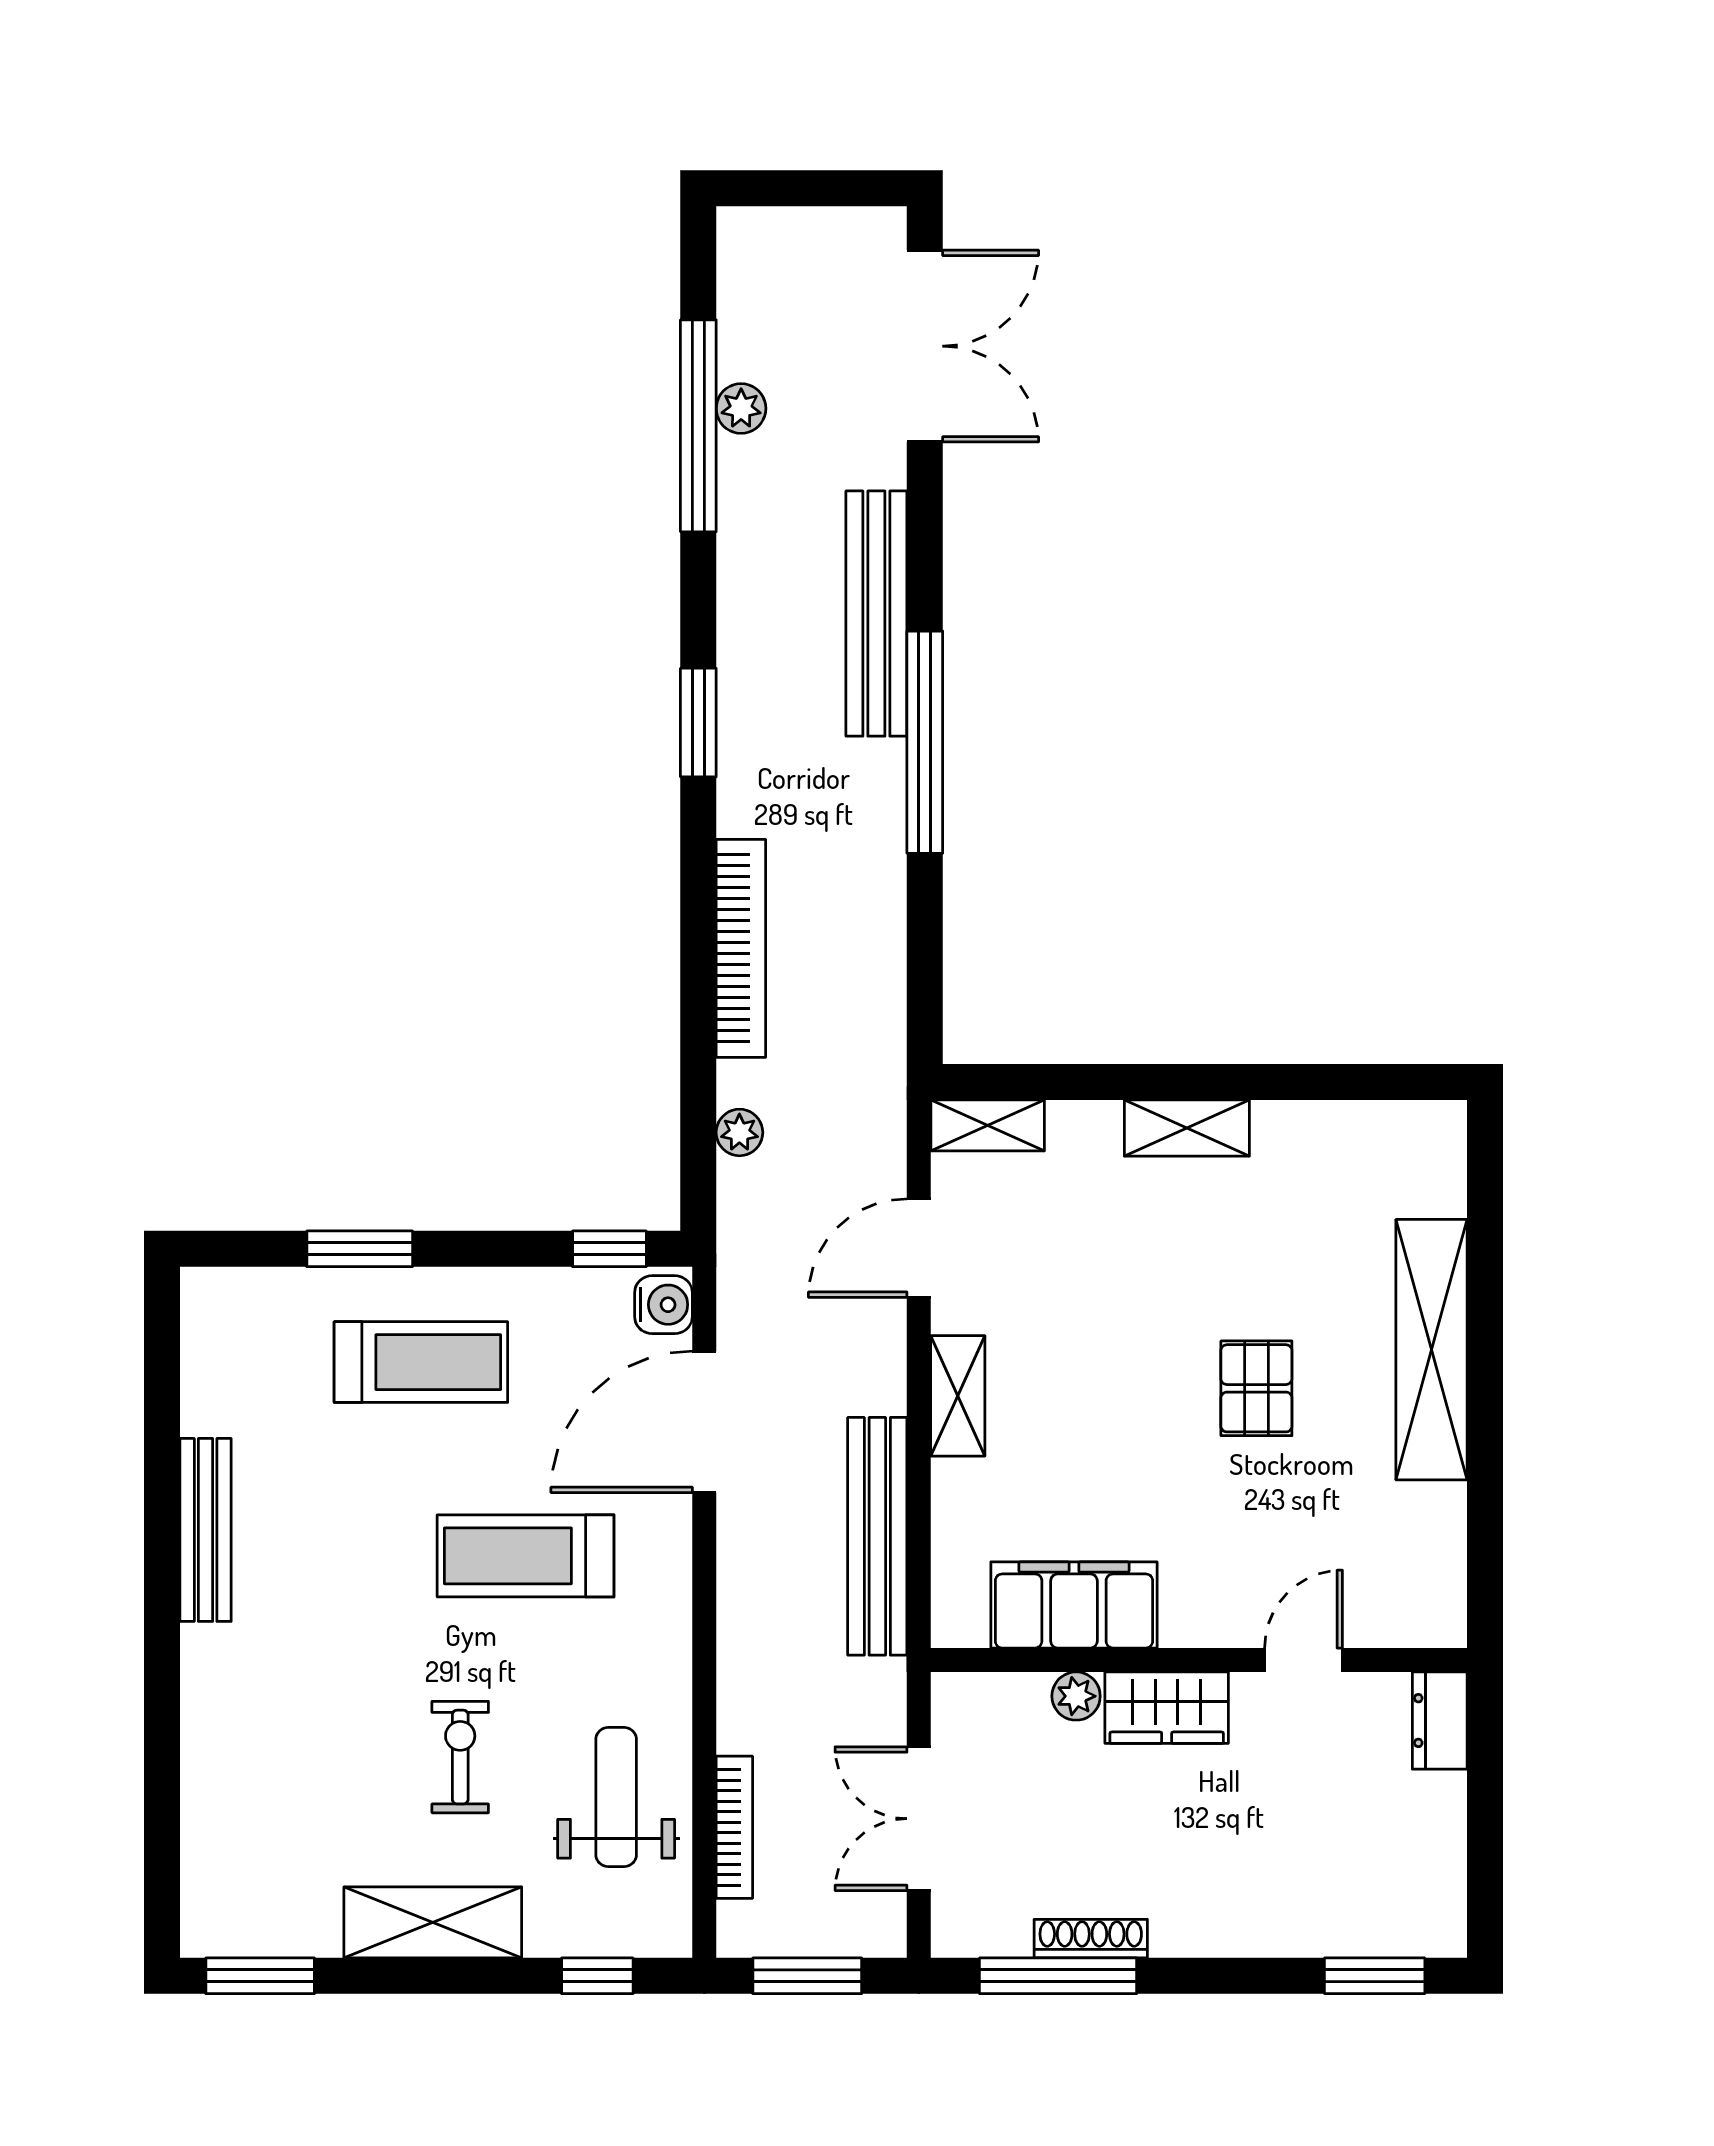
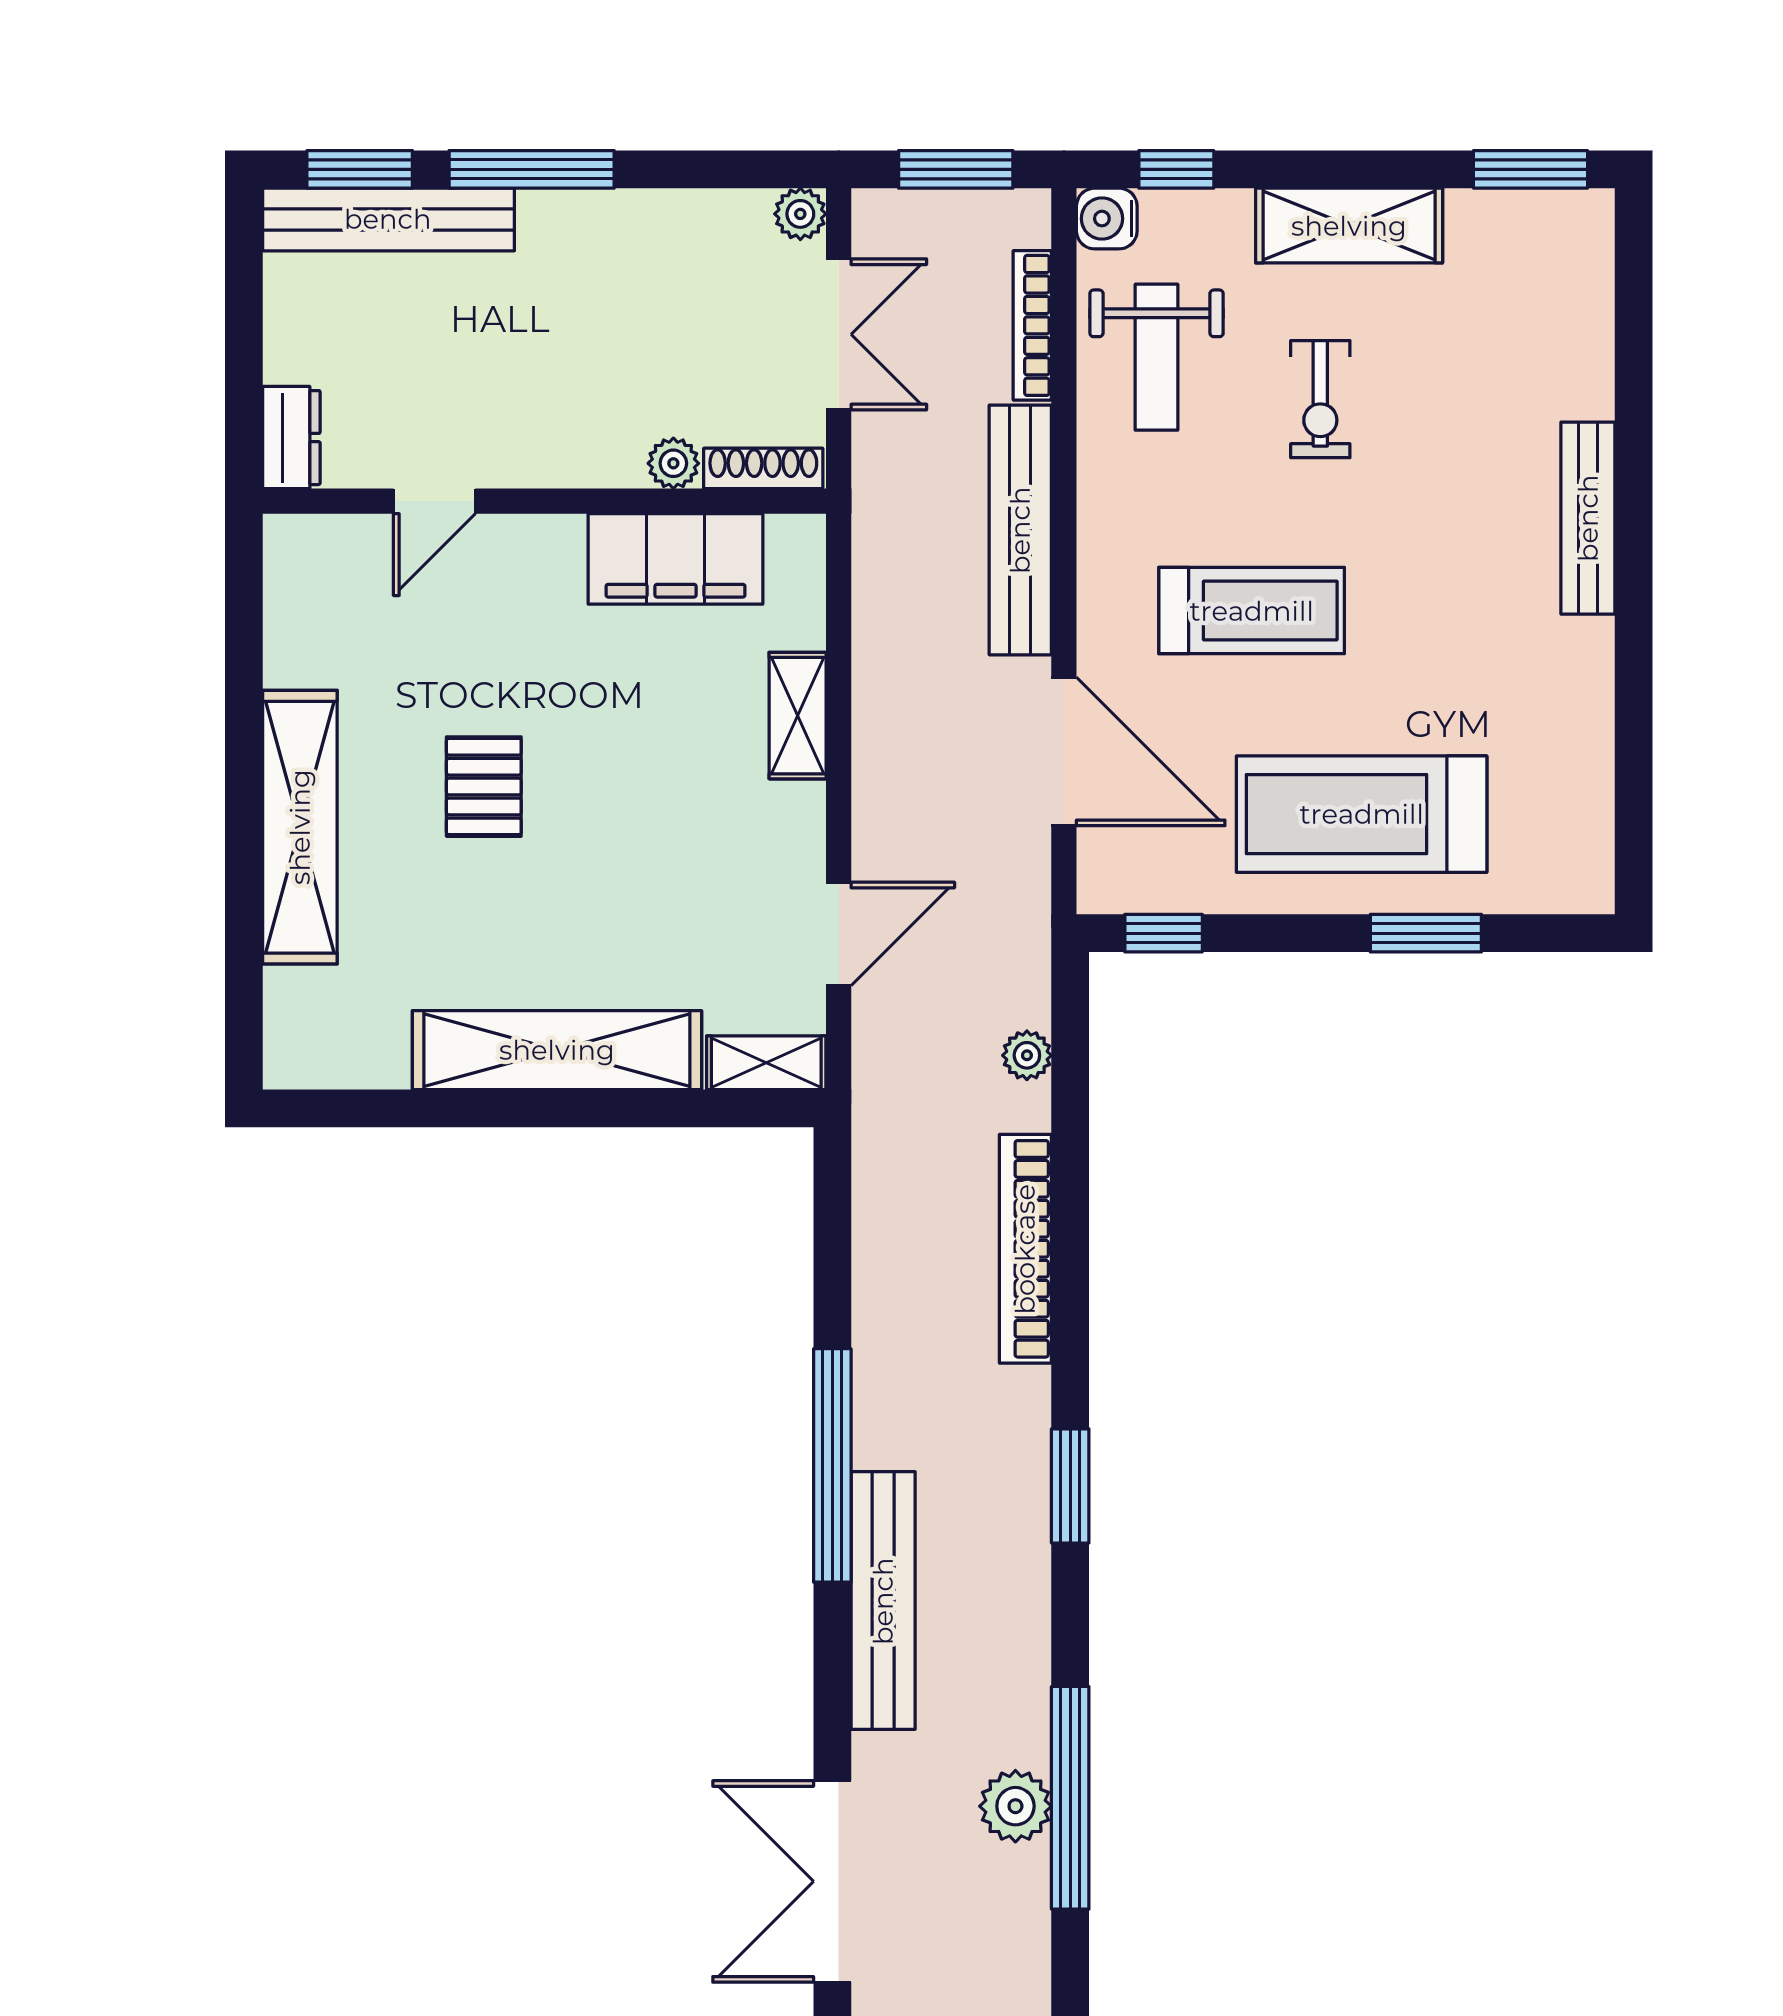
plant: (741, 408) -> (1015, 1806), width x1.38, depth x1.38
shelving: (1187, 1128) -> (557, 1050), width x2.20, depth x1.33
water cooler: (663, 1305) -> (1107, 219), moved
treadmill: (421, 1362) -> (1362, 814), width x1.37, depth x1.37
shelving: (958, 1396) -> (798, 716), moved
door: (704, 1422) -> (1064, 751), hinge flipped
bench: (206, 1530) -> (1588, 518), moved
bench: (877, 1536) -> (1020, 530), moved
wardrobe: (1167, 1708) -> (578, 451), removed
bench: (1347, 1928) -> (388, 219), added
plant: (955, 1933) -> (800, 214), added
shoe rack: (1091, 1939) -> (763, 468), moved, turned 180
window: (1058, 1976) -> (532, 169), moved

